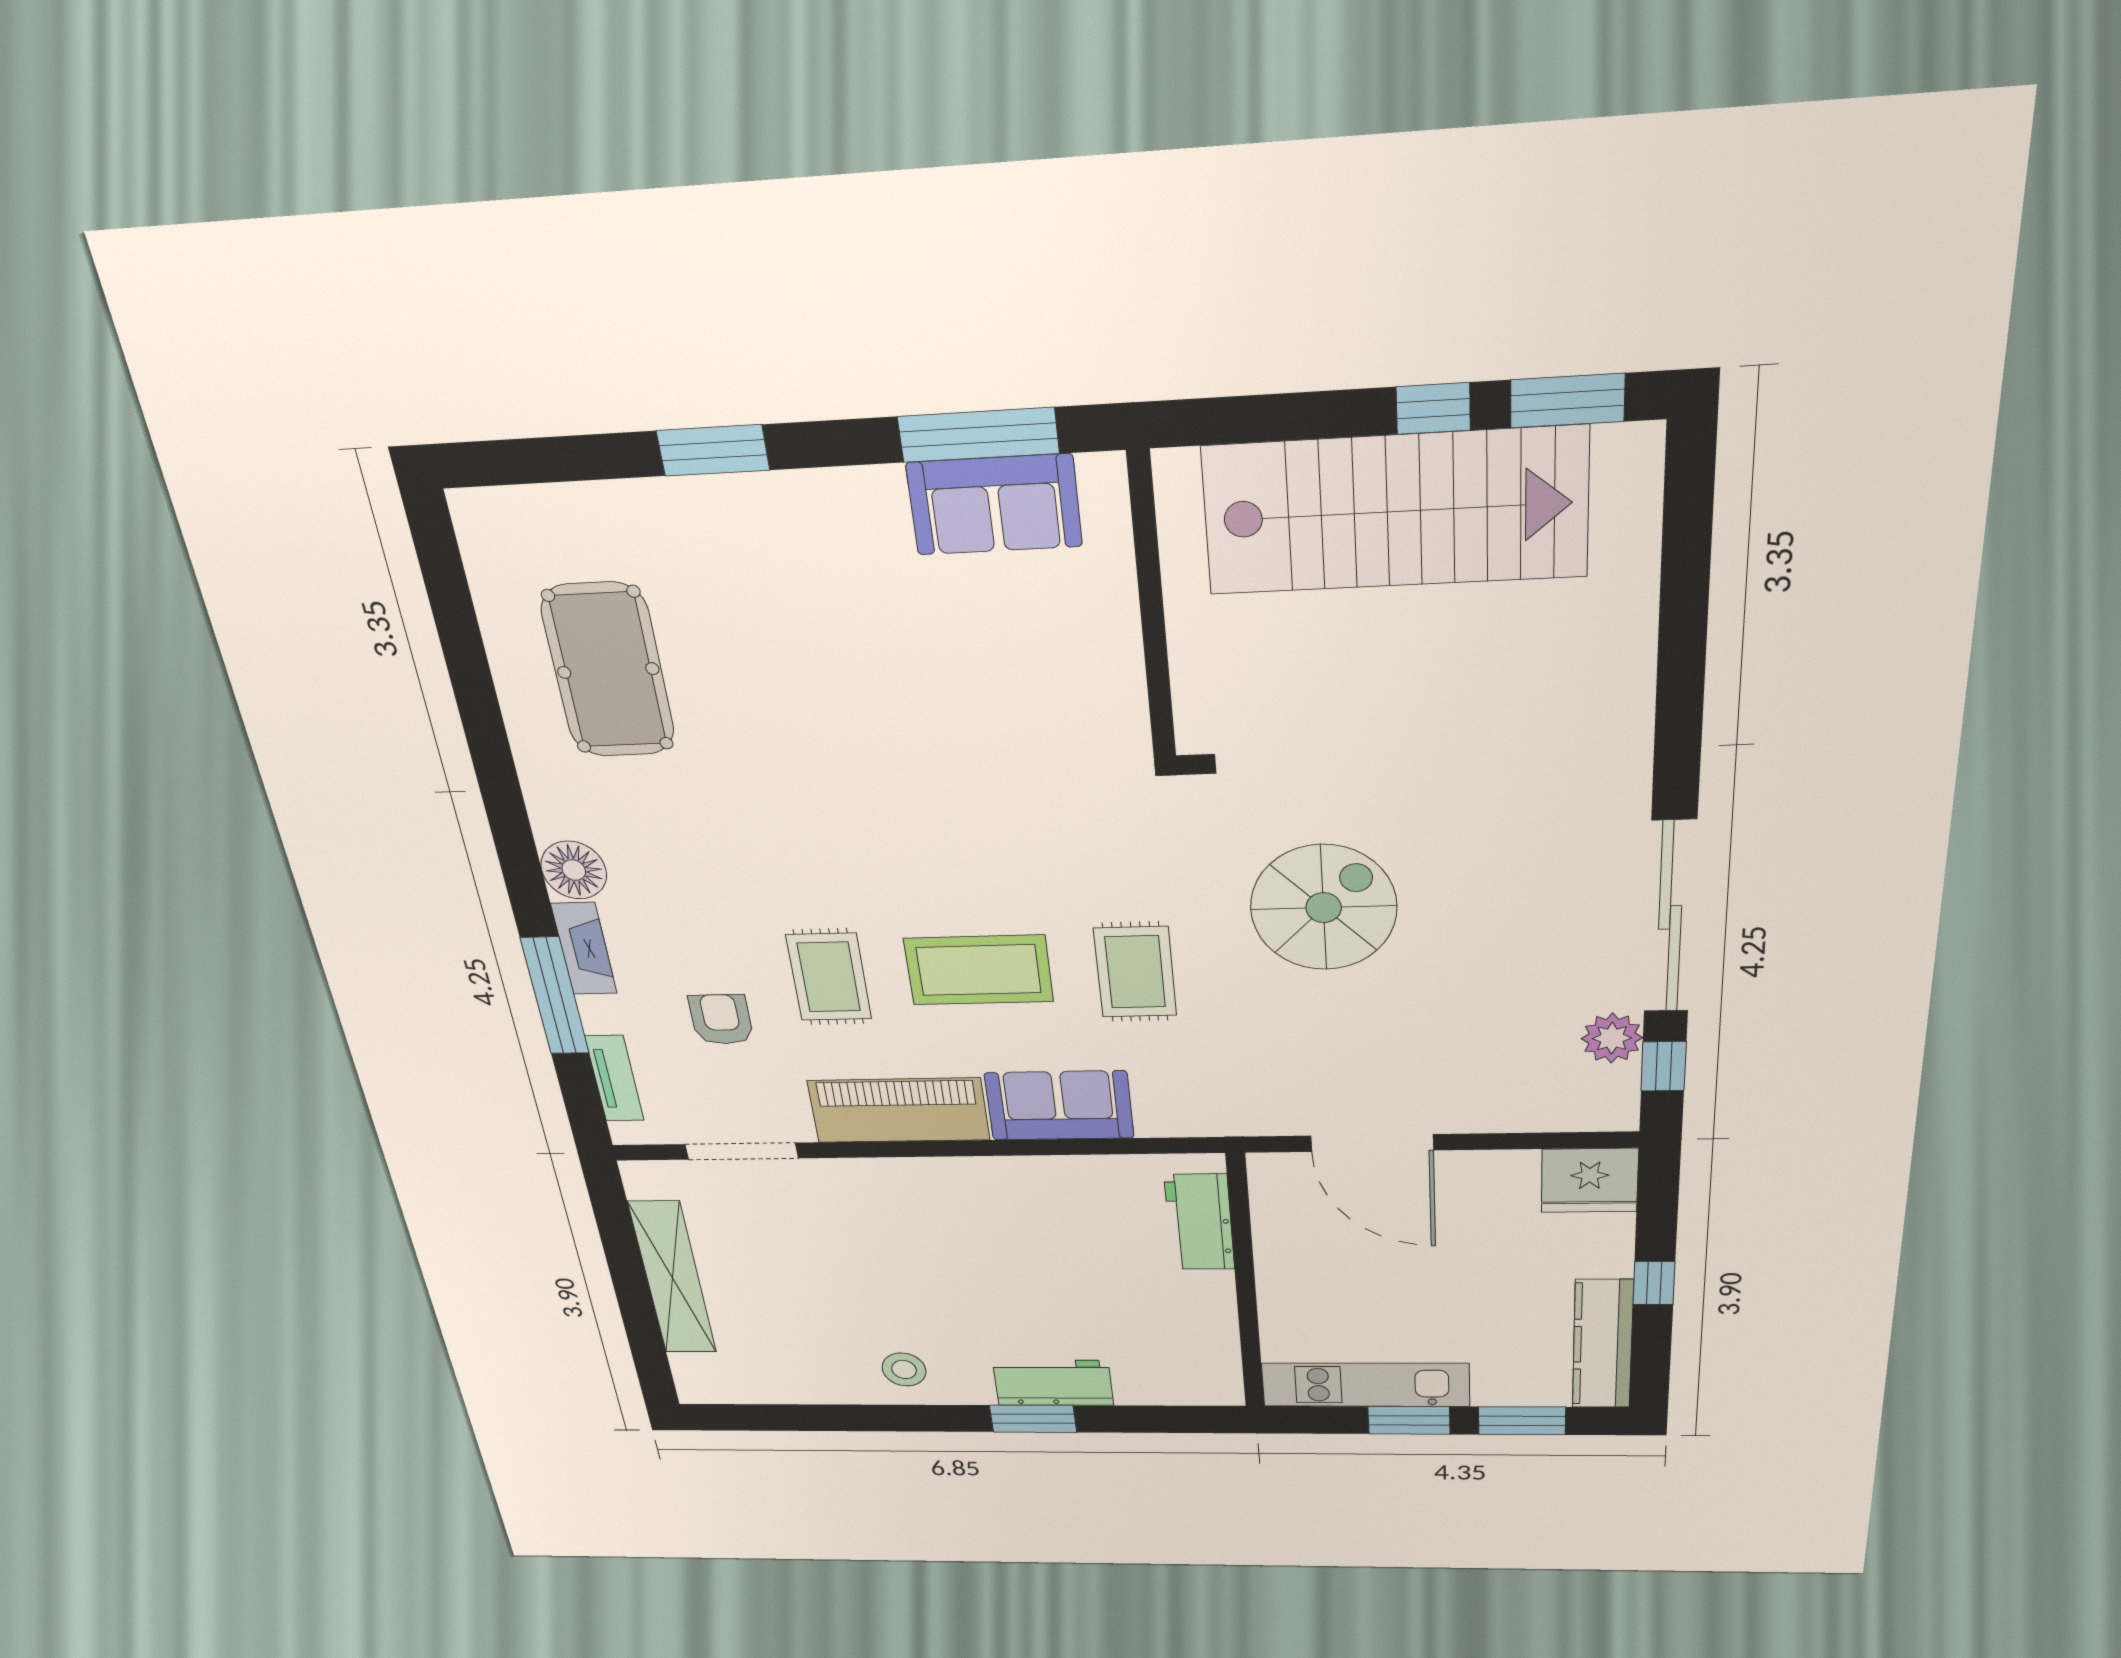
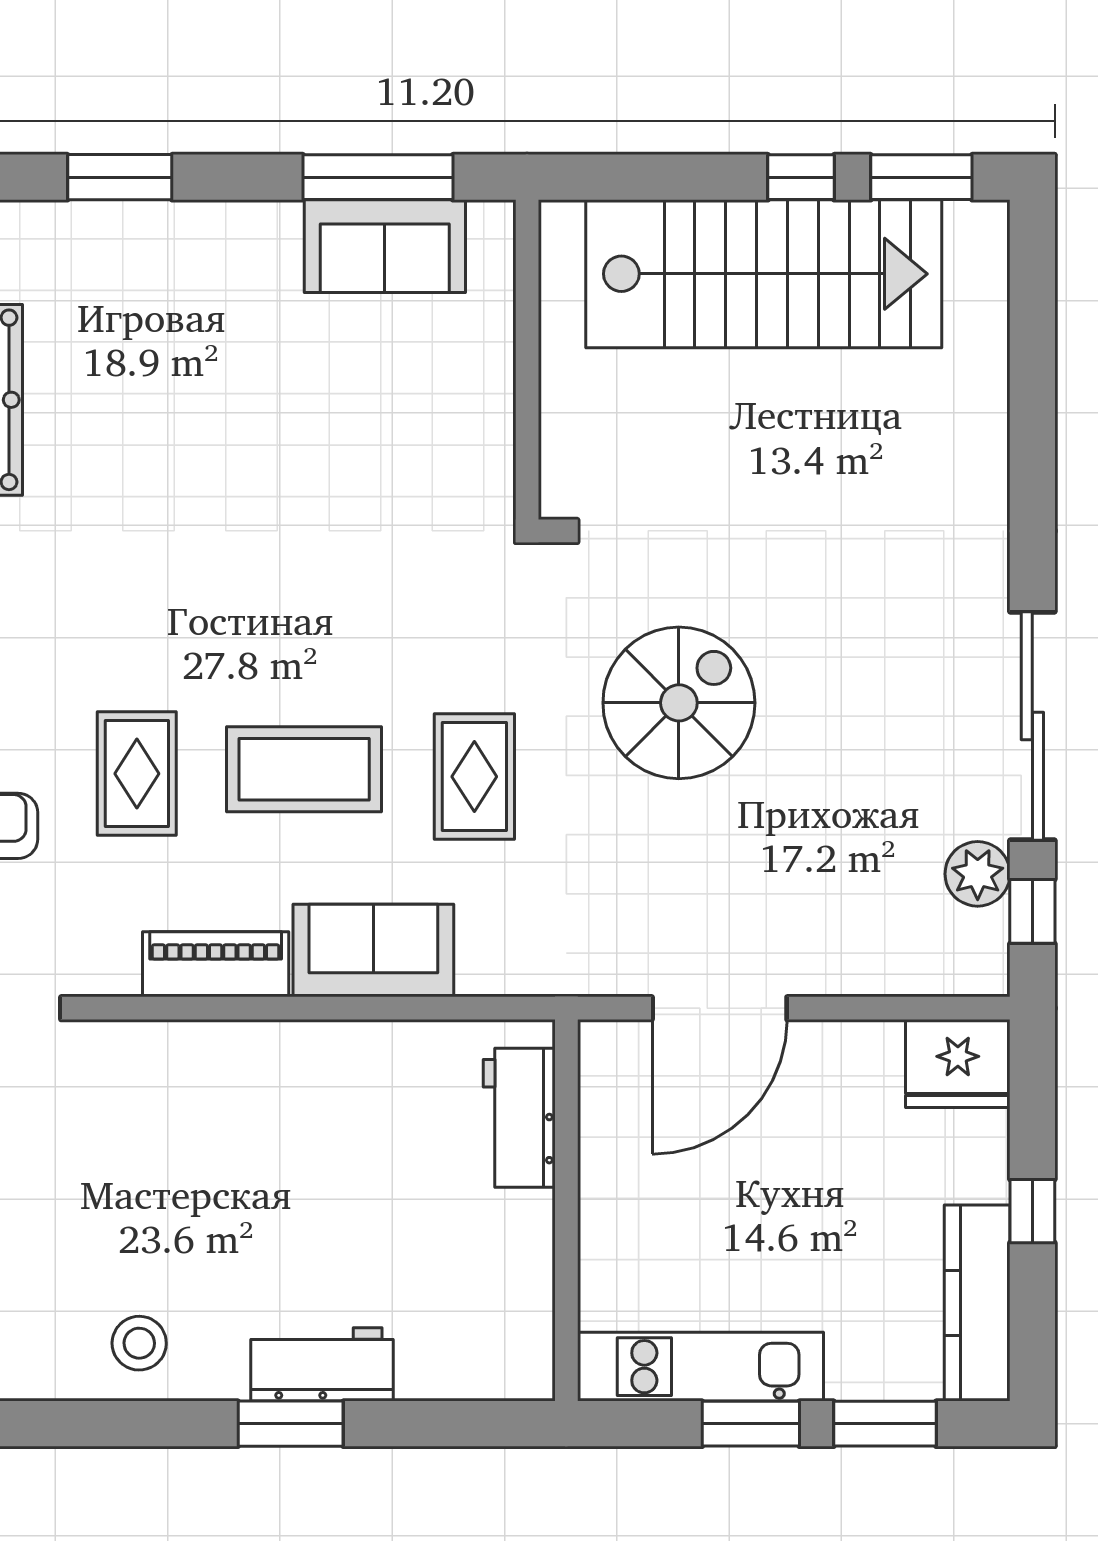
piano: (899, 1110) -> (216, 964), width x0.73, depth x0.75
door: (1372, 1143) -> (720, 1008), hinge flipped

